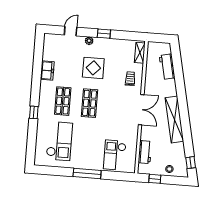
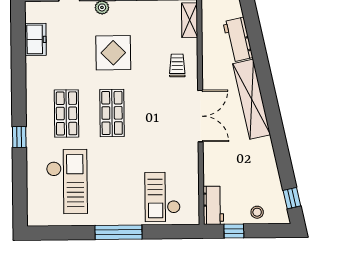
freezer: (47, 71) -> (35, 39), moved
shelving: (174, 119) -> (252, 99), moved
workbench: (145, 152) -> (213, 205), moved

